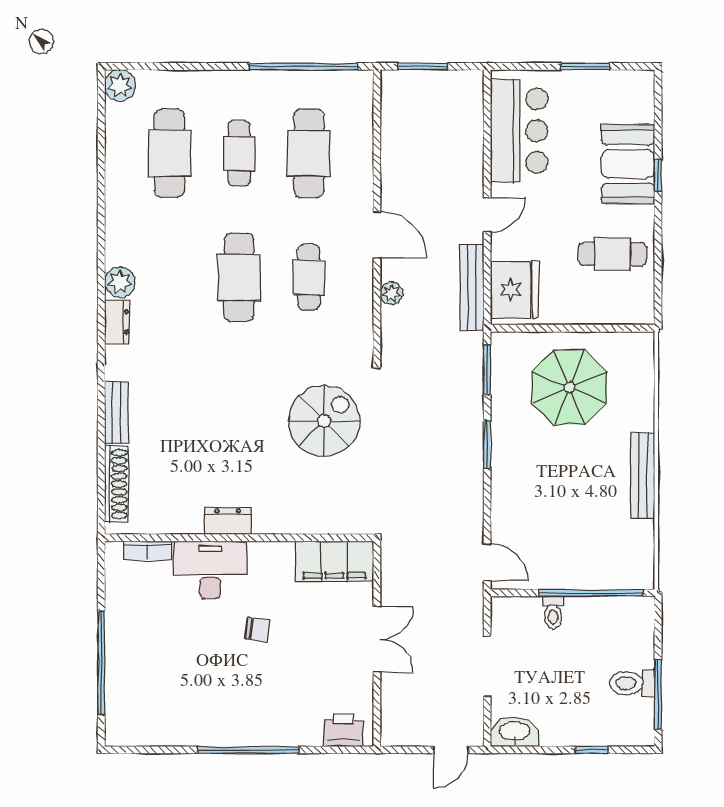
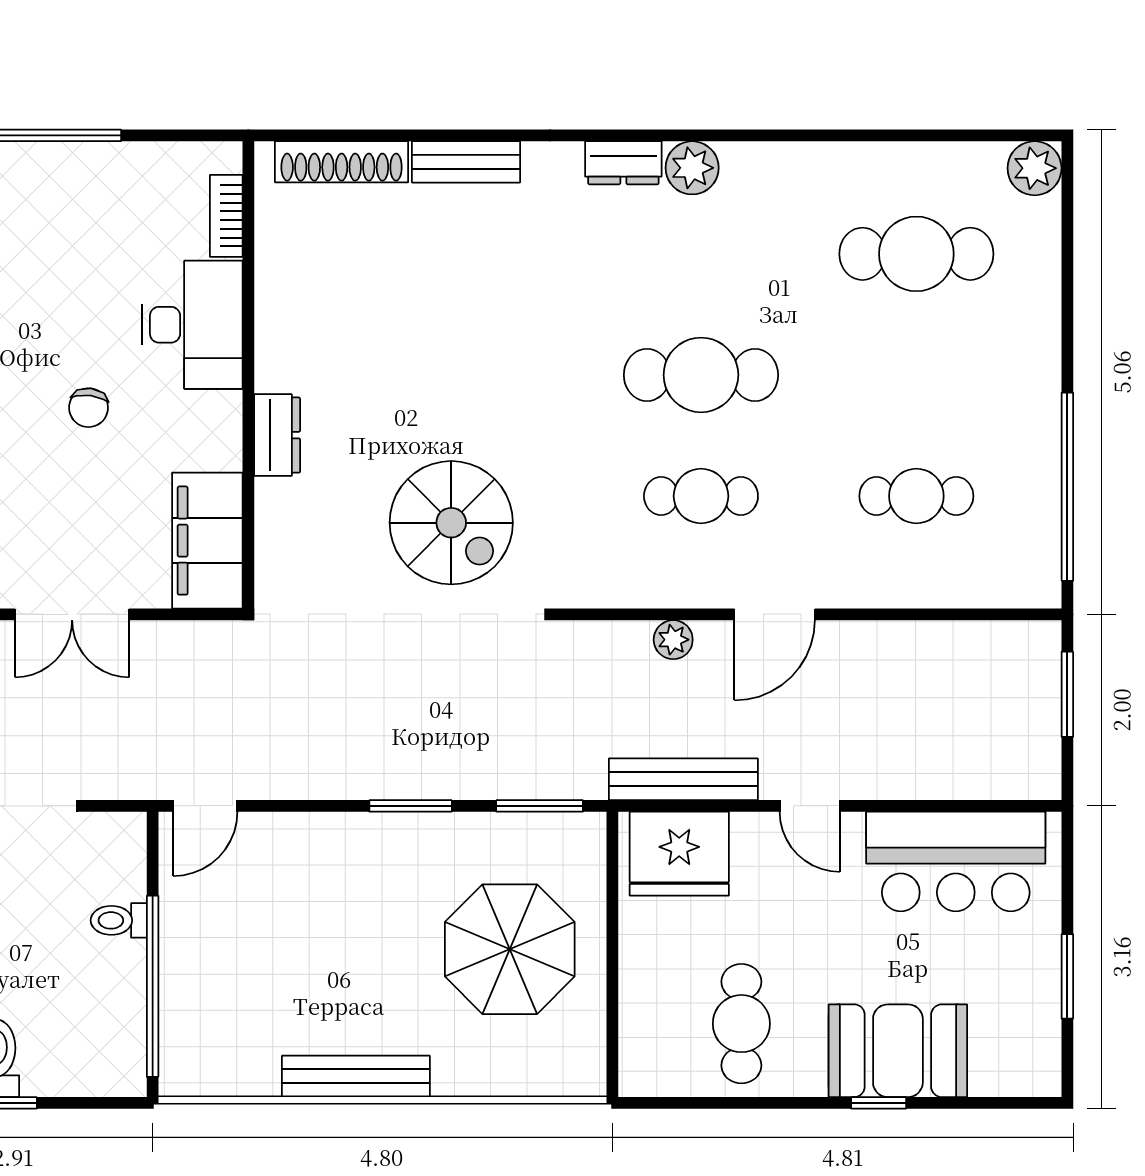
cafe table: (239, 153) -> (916, 375), removed
cafe table: (309, 153) -> (916, 496), width x0.73, depth x0.74
dresser: (228, 521) -> (277, 435), moved

